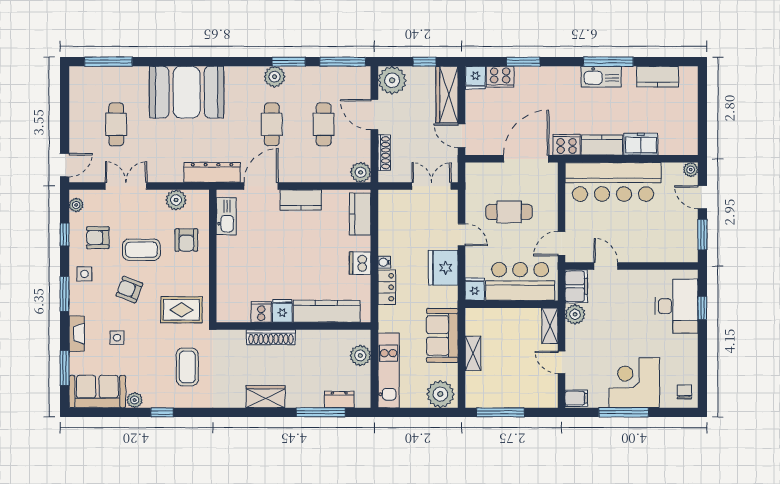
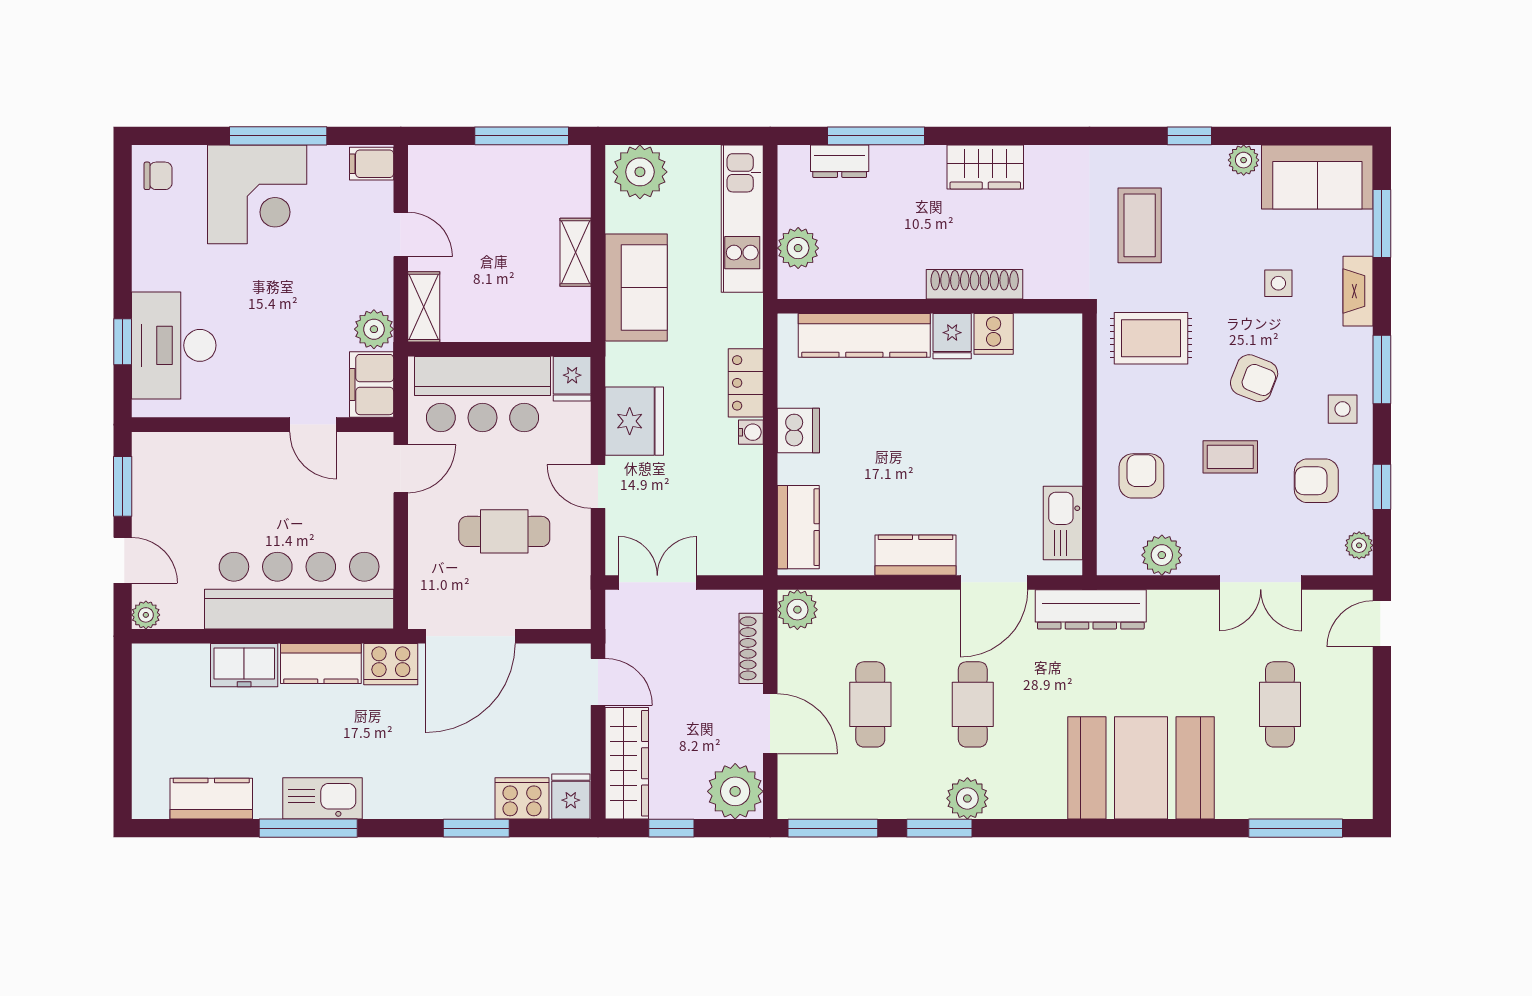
double door: (432, 186) -> (657, 582), swing flipped
armchair: (98, 238) -> (1316, 481), turned 180
coffee table: (141, 250) -> (1230, 457), width x0.73, depth x0.77
chair: (684, 392) -> (158, 176), turned -90

